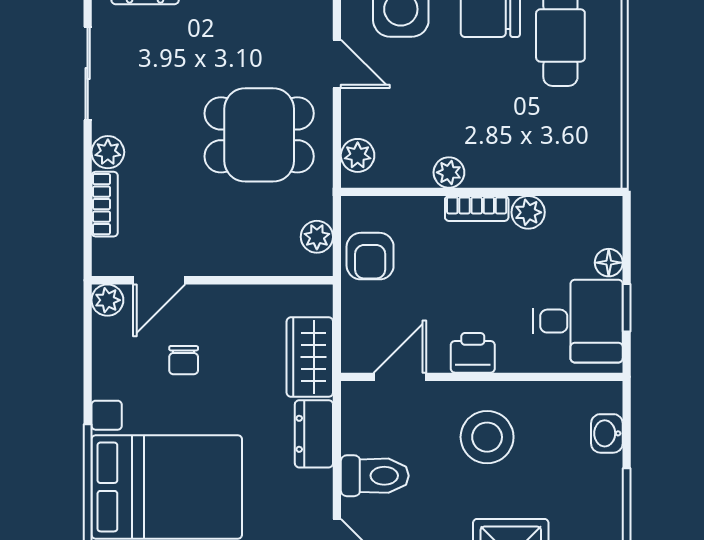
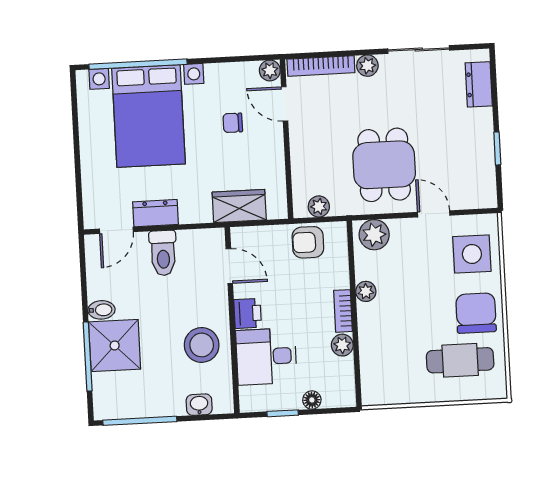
door: (337, 64) -> (434, 214), swing flipped
plant: (358, 155) -> (374, 235), width x1.38, depth x1.38
bookcase: (105, 204) -> (321, 66), width x1.56
desk: (578, 321) -> (266, 356), moved, turned 90
dresser: (314, 434) -> (155, 213), moved
stool: (487, 437) -> (202, 345), moved

